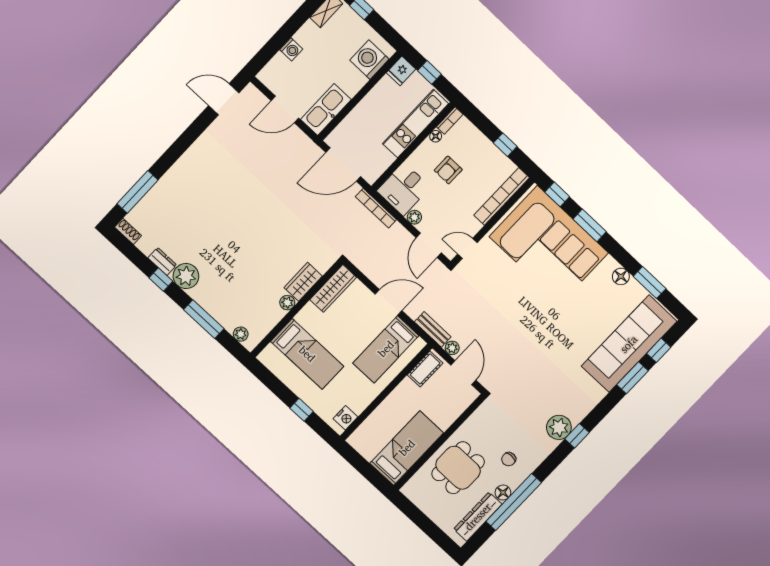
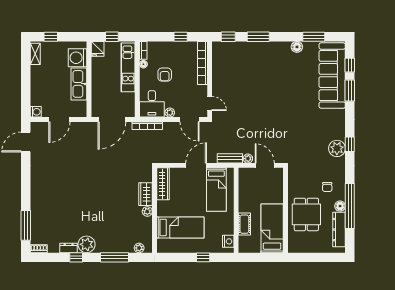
washing machine: (291, 49) -> (36, 112), moved
kitchen sink: (326, 109) -> (79, 84), moved
corner sofa: (549, 245) -> (247, 65), removed
door: (467, 248) -> (210, 103), swing flipped
cot: (425, 369) -> (244, 224), moved

